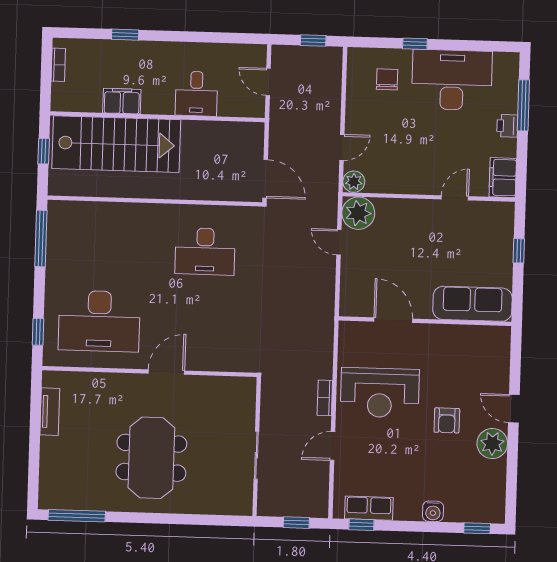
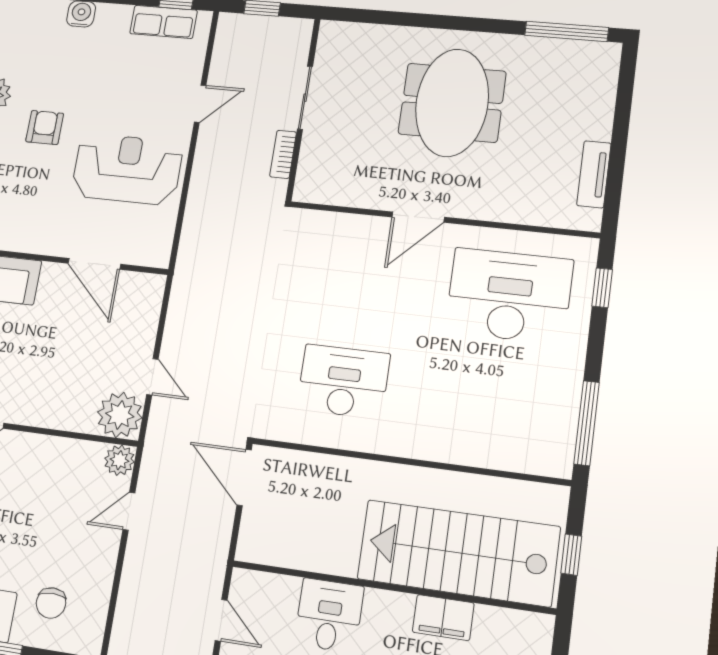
bookcase: (325, 398) -> (283, 154), moved, turned 180

